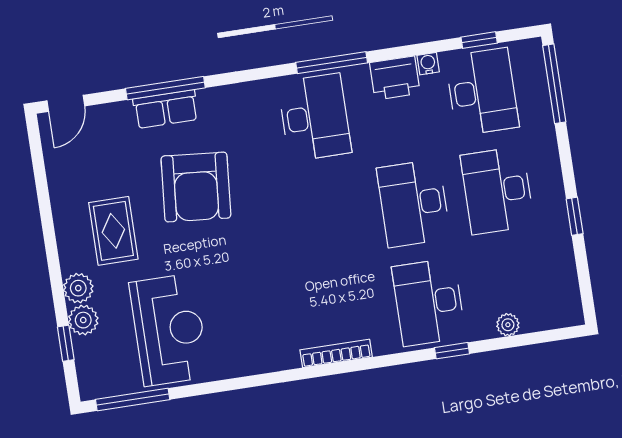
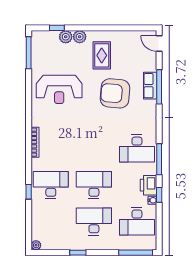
window: (479, 40) -> (159, 195), moved
rug: (113, 231) -> (102, 55), turned 90
plant: (508, 325) -> (36, 245), moved
reception desk: (169, 330) -> (59, 89), moved

